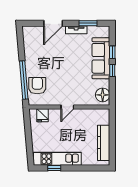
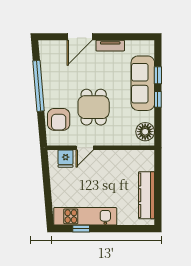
window: (88, 23) -> (126, 37), removed
dining table: (64, 76) -> (94, 107), added
window: (24, 80) -> (39, 86), moved
armchair: (37, 86) -> (59, 119), turned 180
door: (67, 107) -> (85, 148), moved

